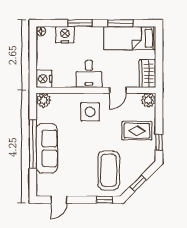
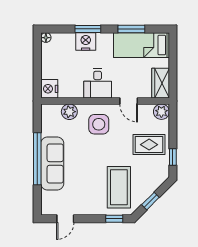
nightstand: (65, 35) -> (86, 41), moved
door: (118, 90) -> (129, 101), hinge flipped
plant: (44, 100) -> (69, 112), moved

